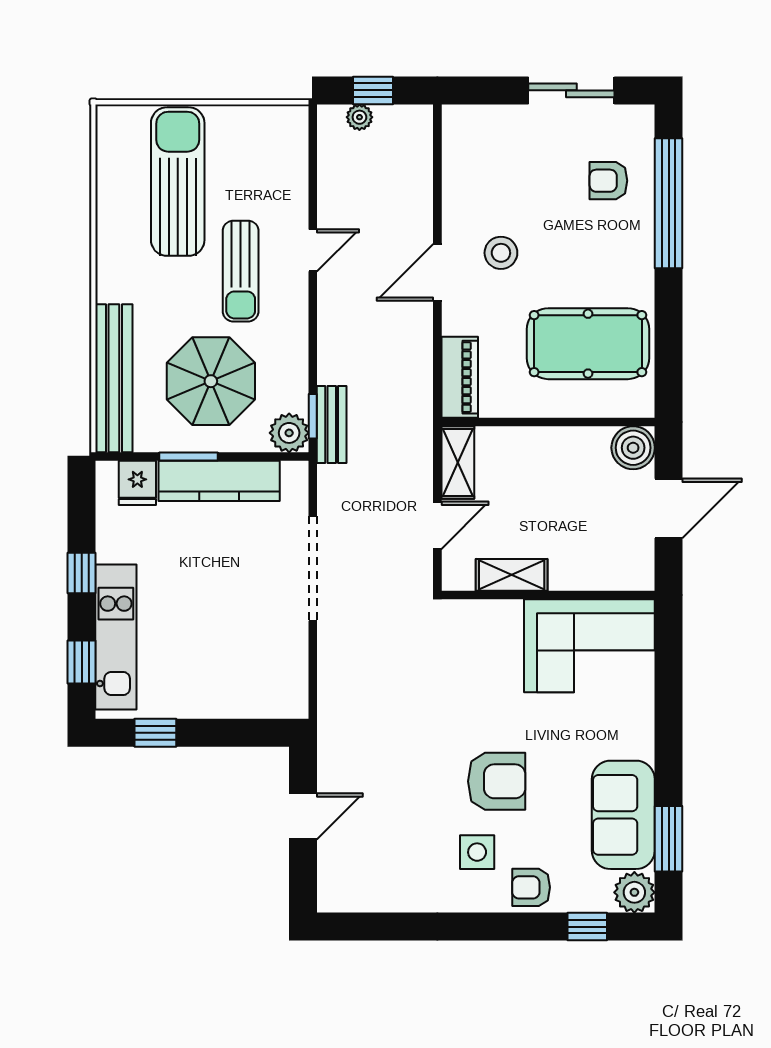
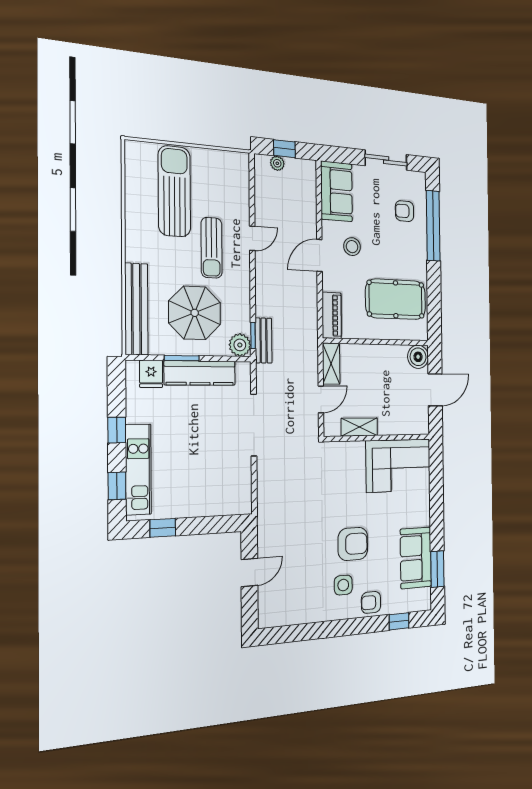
sofa: (472, 156) -> (337, 191), added
plant: (634, 892) -> (422, 600), removed

